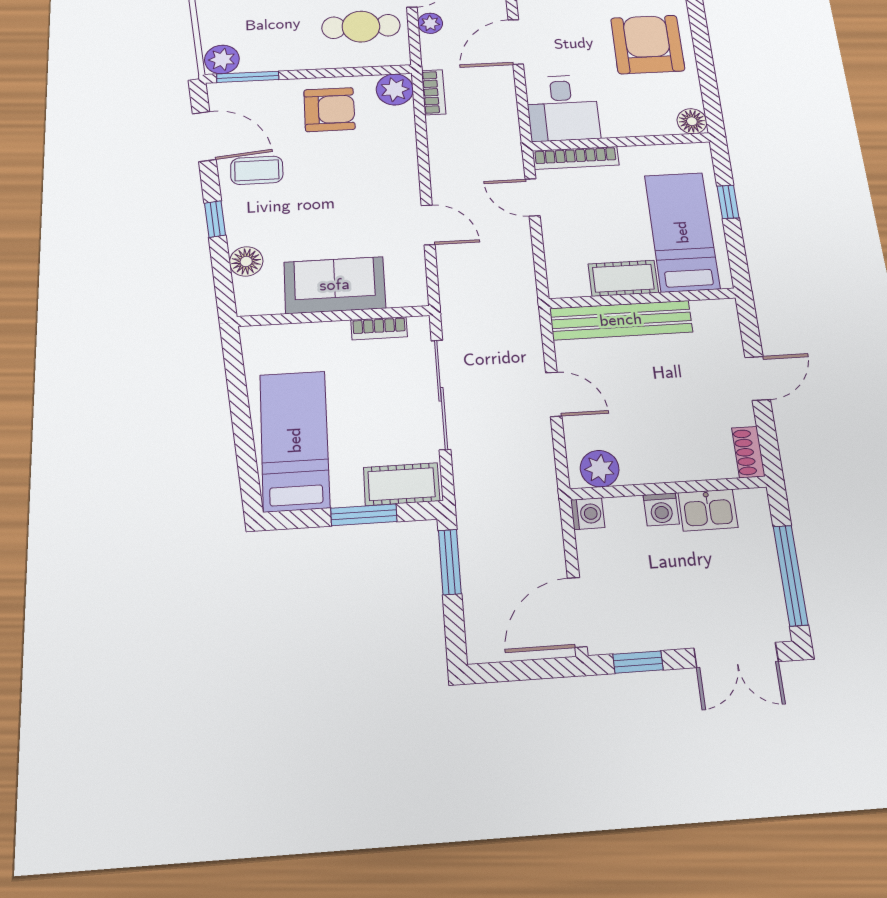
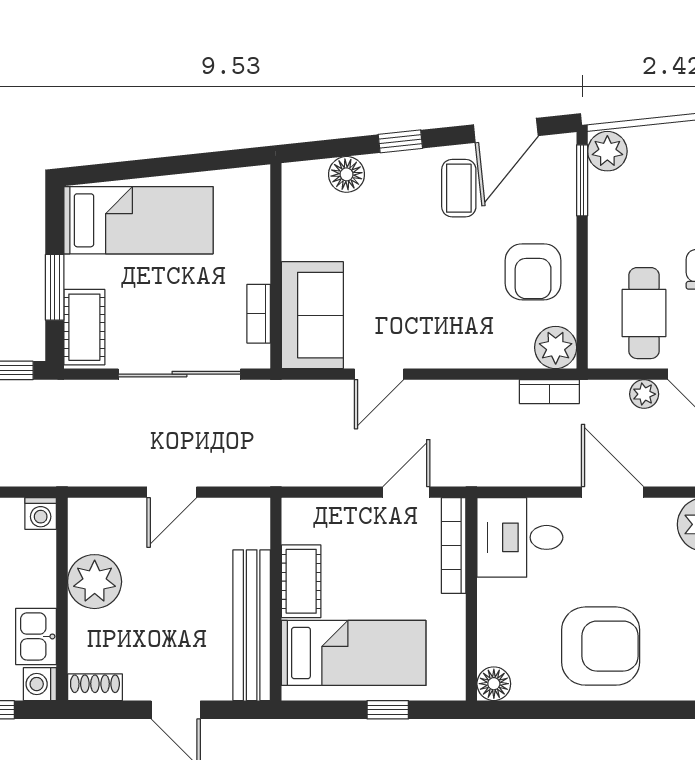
sofa: (335, 285) -> (312, 315), moved
bench: (621, 320) -> (252, 625), moved
plant: (600, 469) -> (95, 582), moved, width x1.36, depth x1.36
washing machine: (661, 509) -> (40, 684), moved

